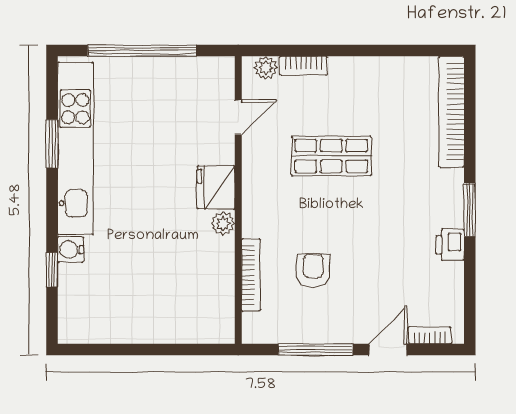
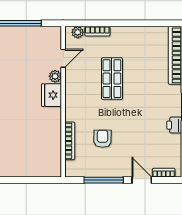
shop shelf: (331, 156) -> (112, 79), turned 90
plant: (223, 223) -> (55, 76), moved
door: (388, 350) -> (142, 180), hinge flipped

